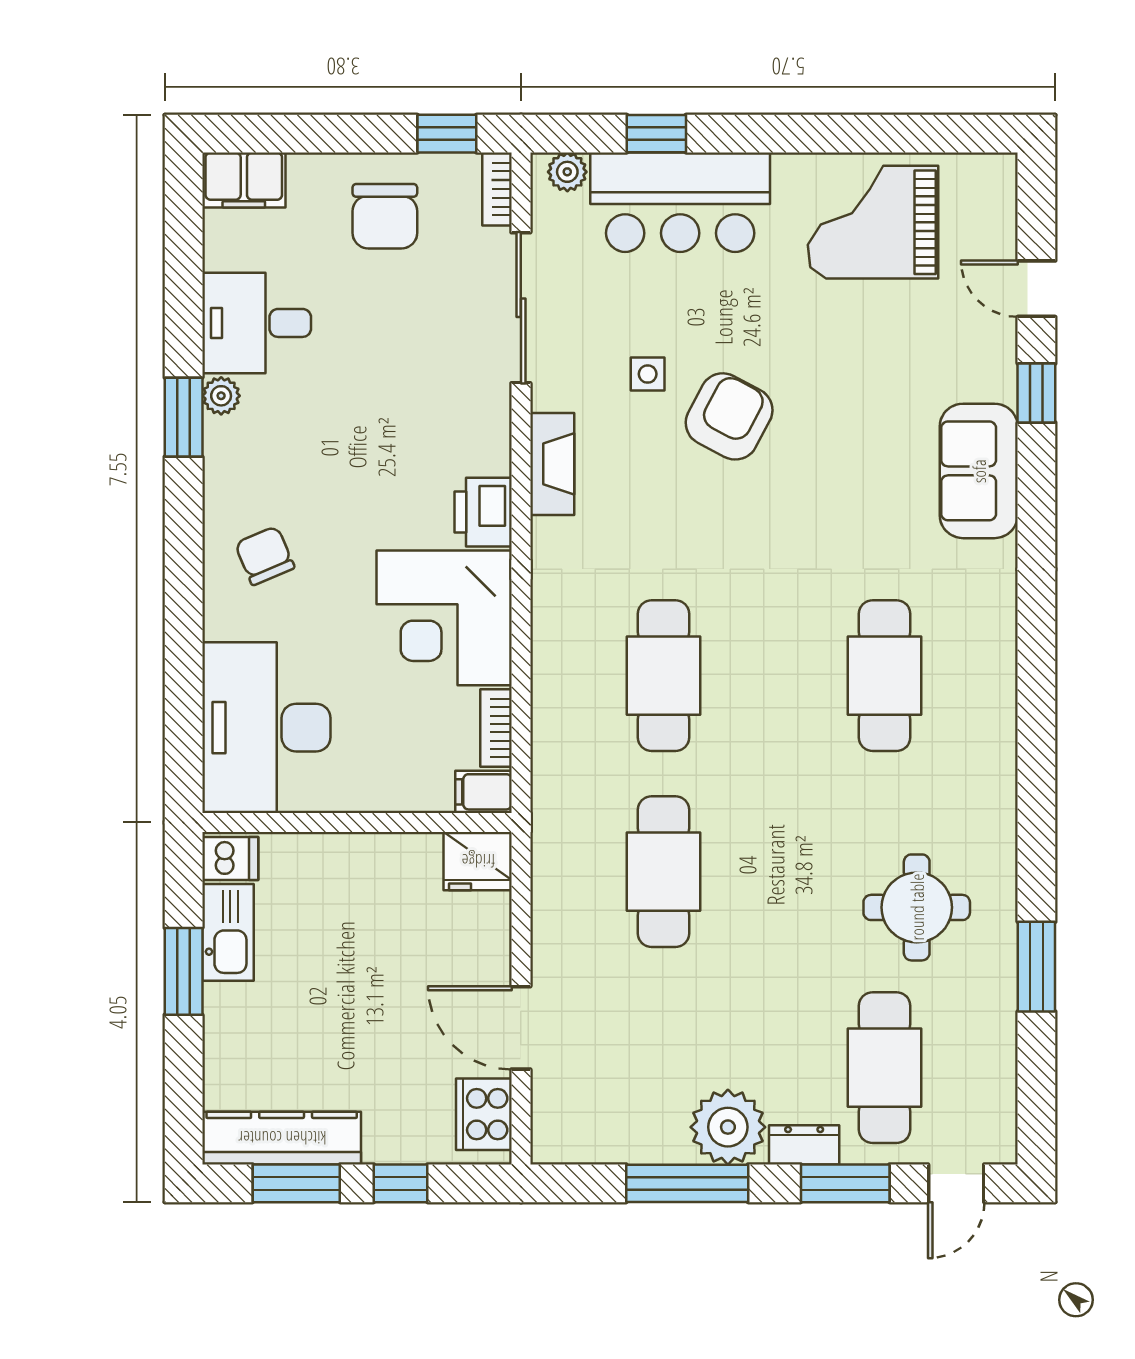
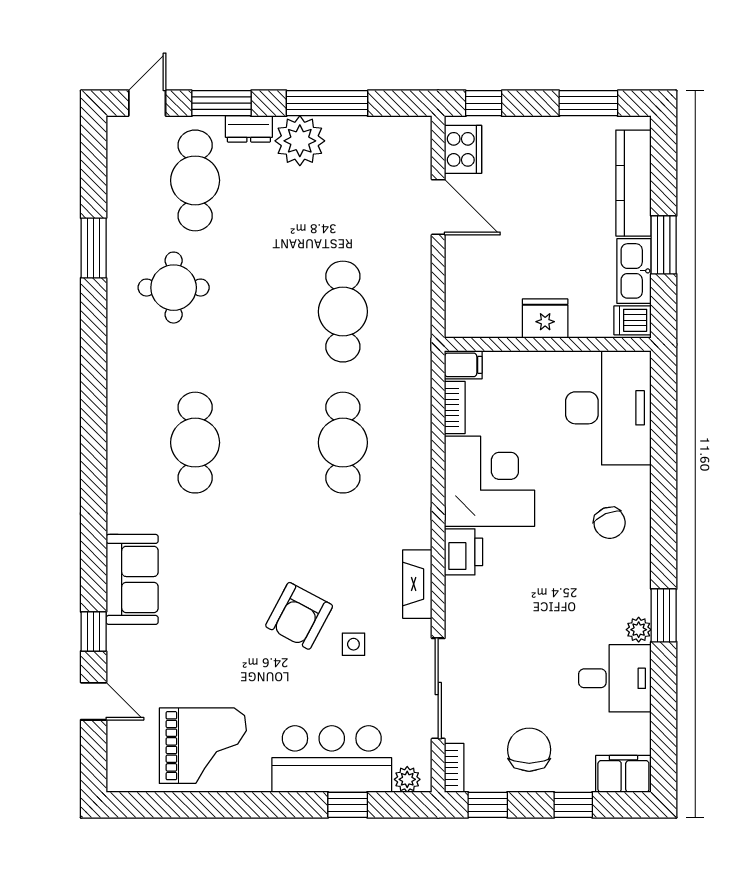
window: (319, 134) -> (573, 805), added
fridge: (478, 861) -> (545, 319), moved
kitchen counter: (282, 1138) -> (634, 183), moved, turned 90
window: (401, 1183) -> (484, 103), moved

